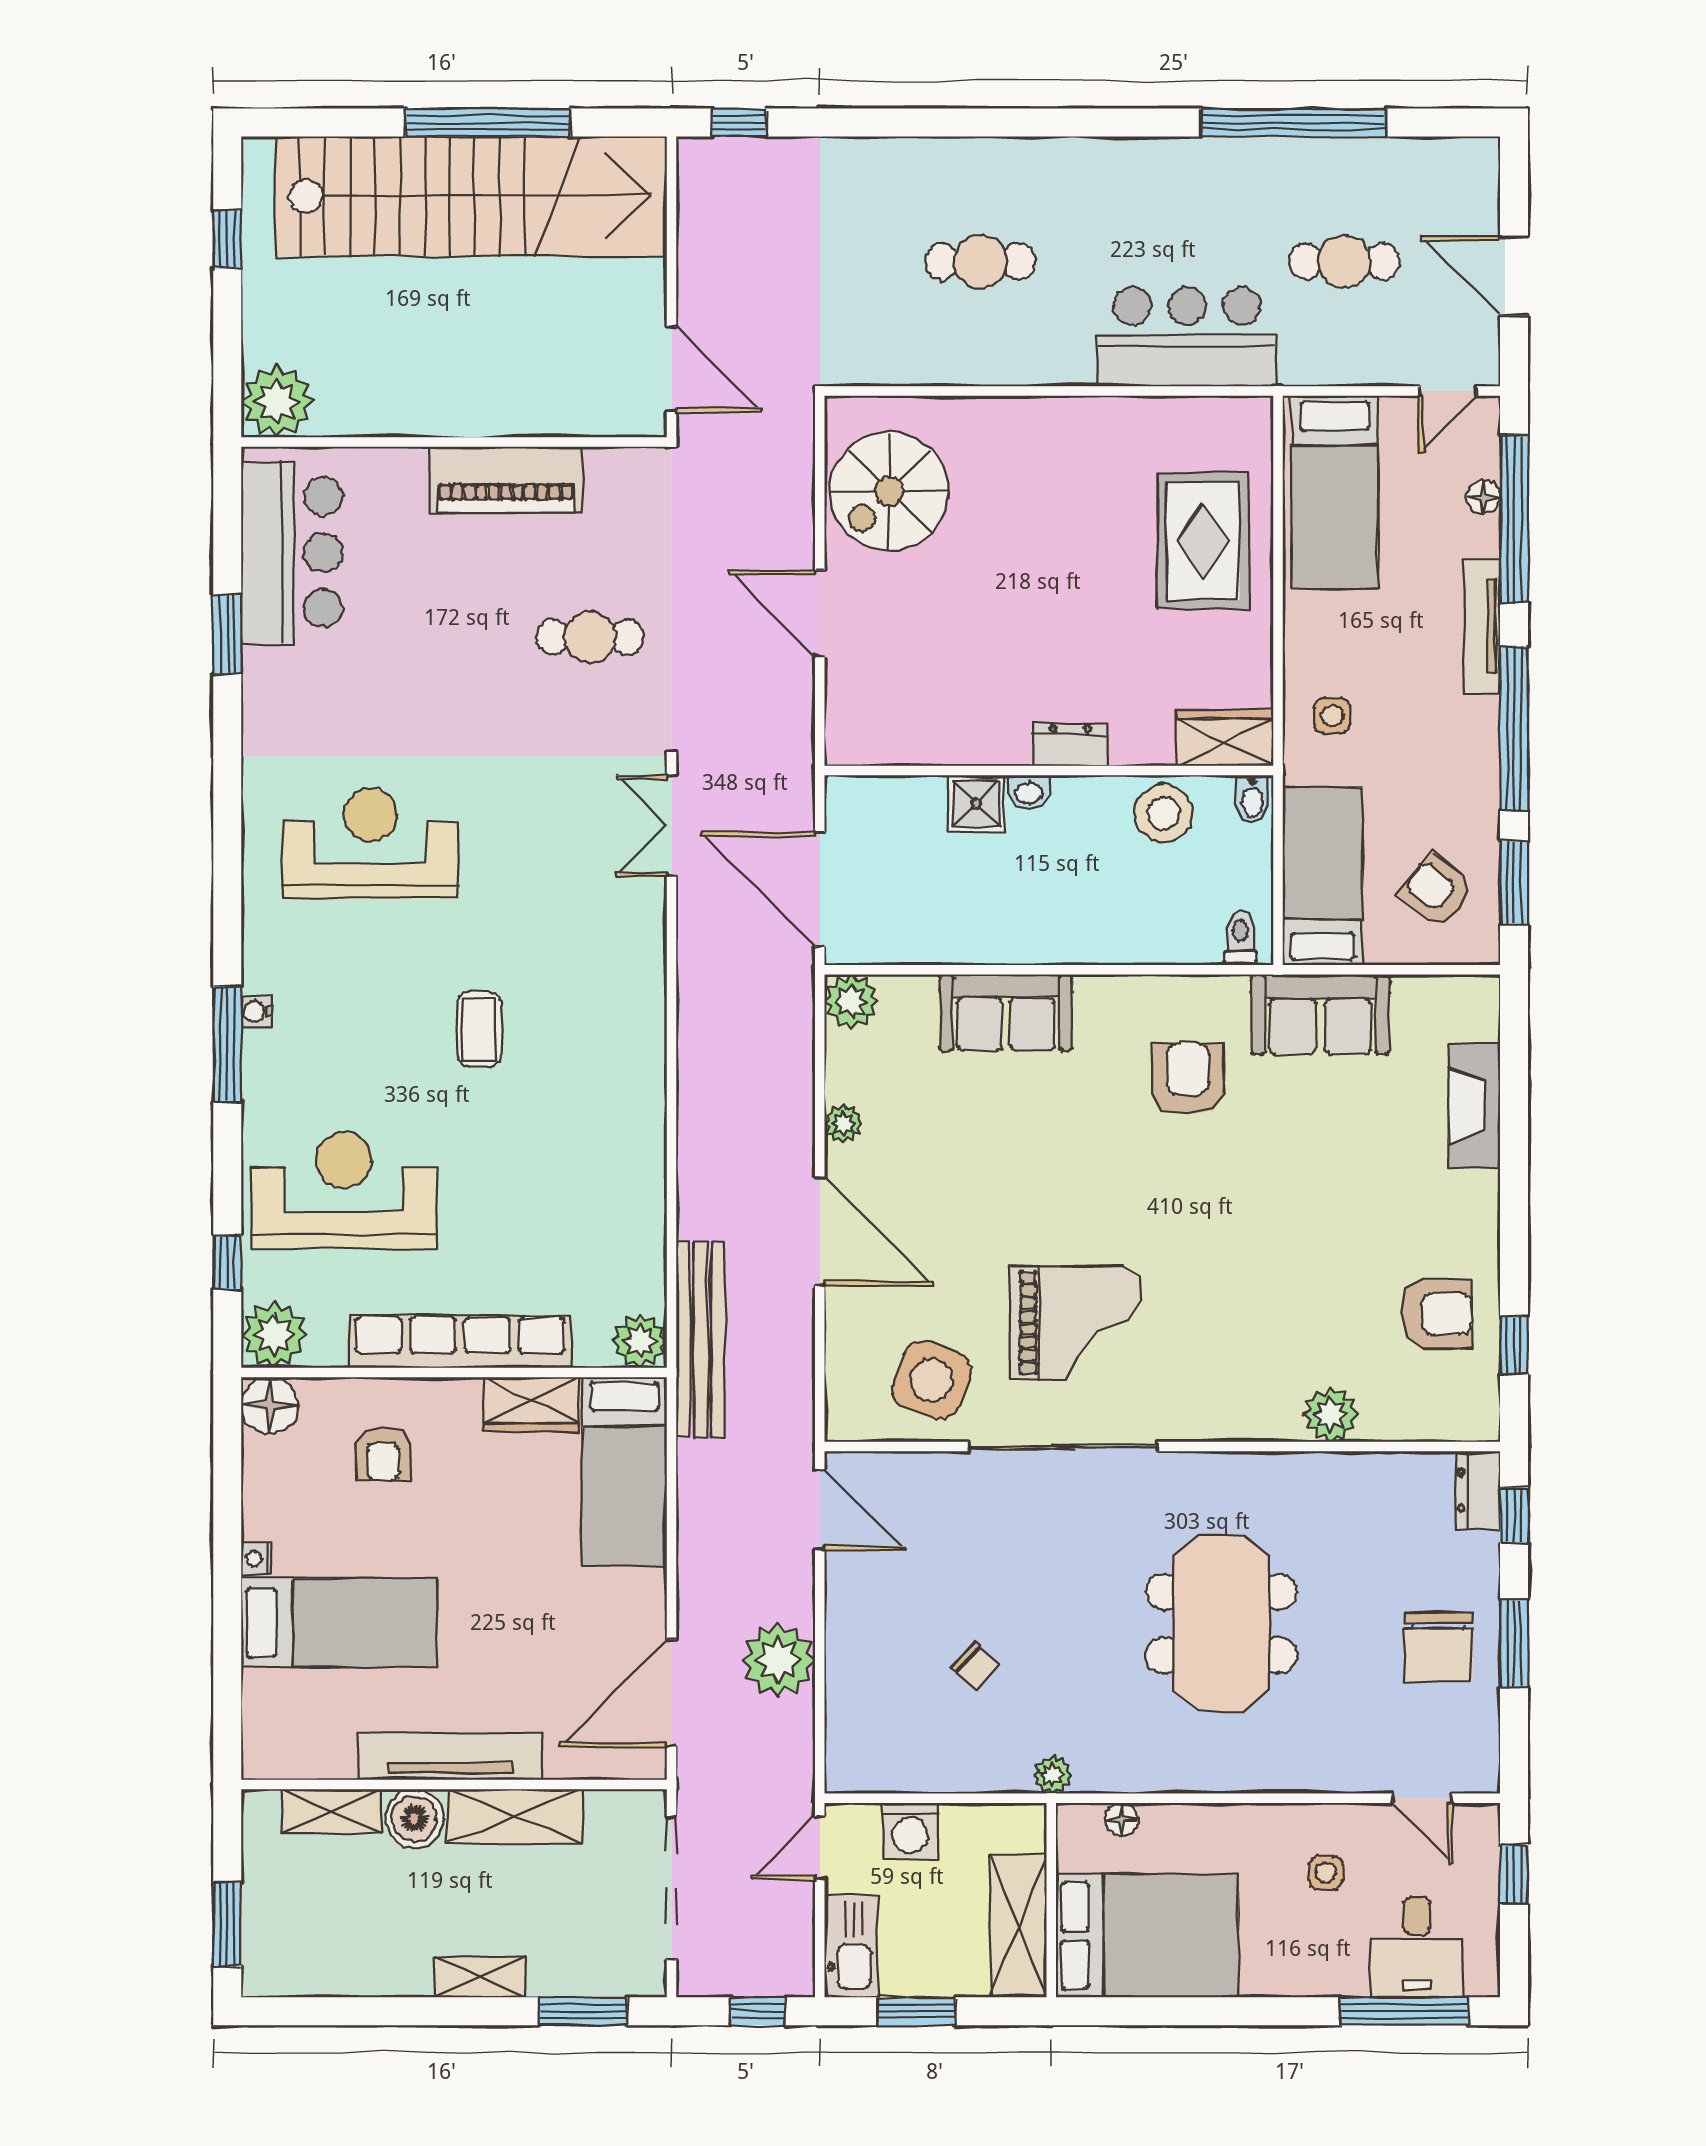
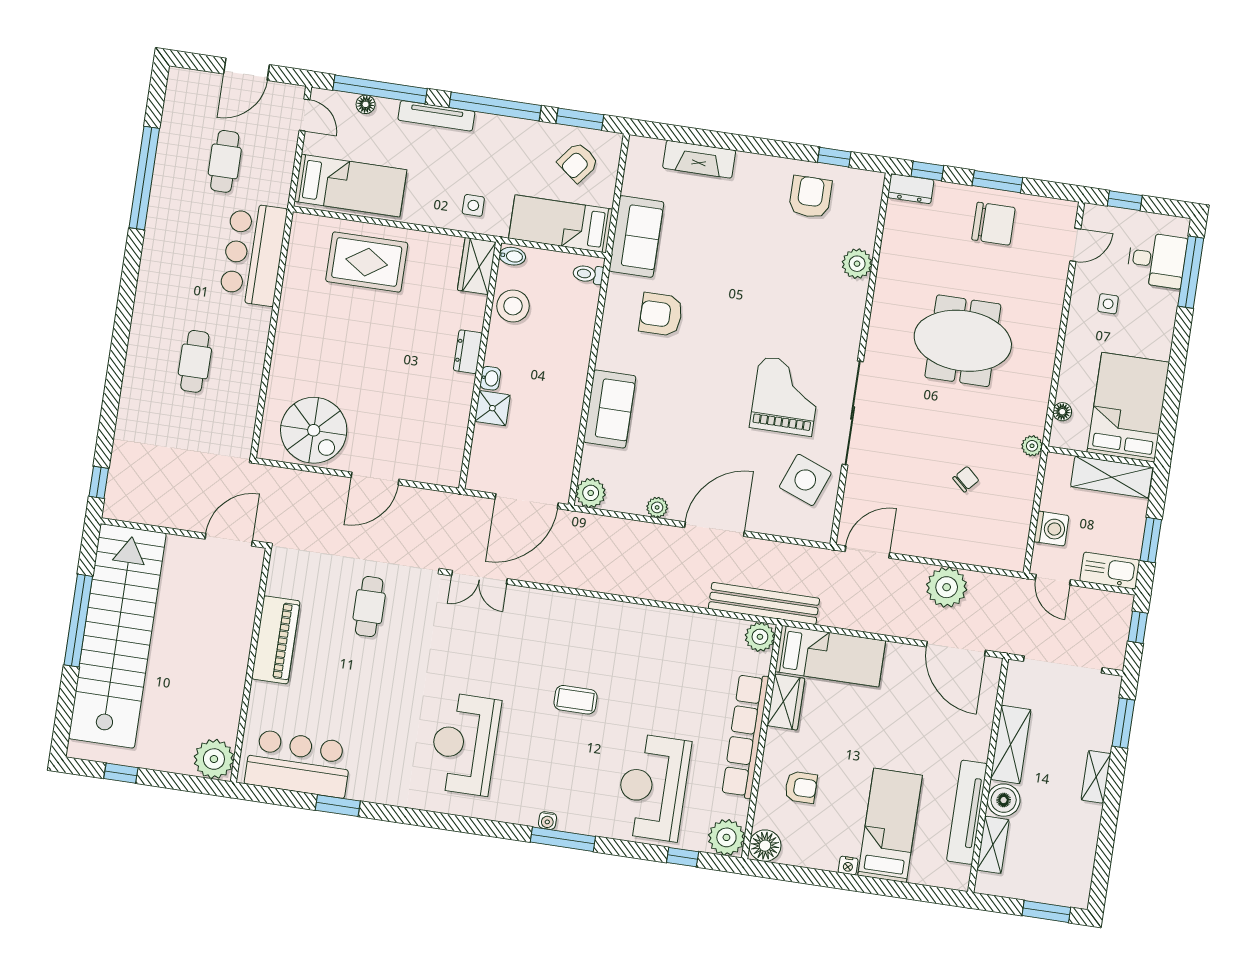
tv unit: (450, 1756) -> (967, 812), moved

